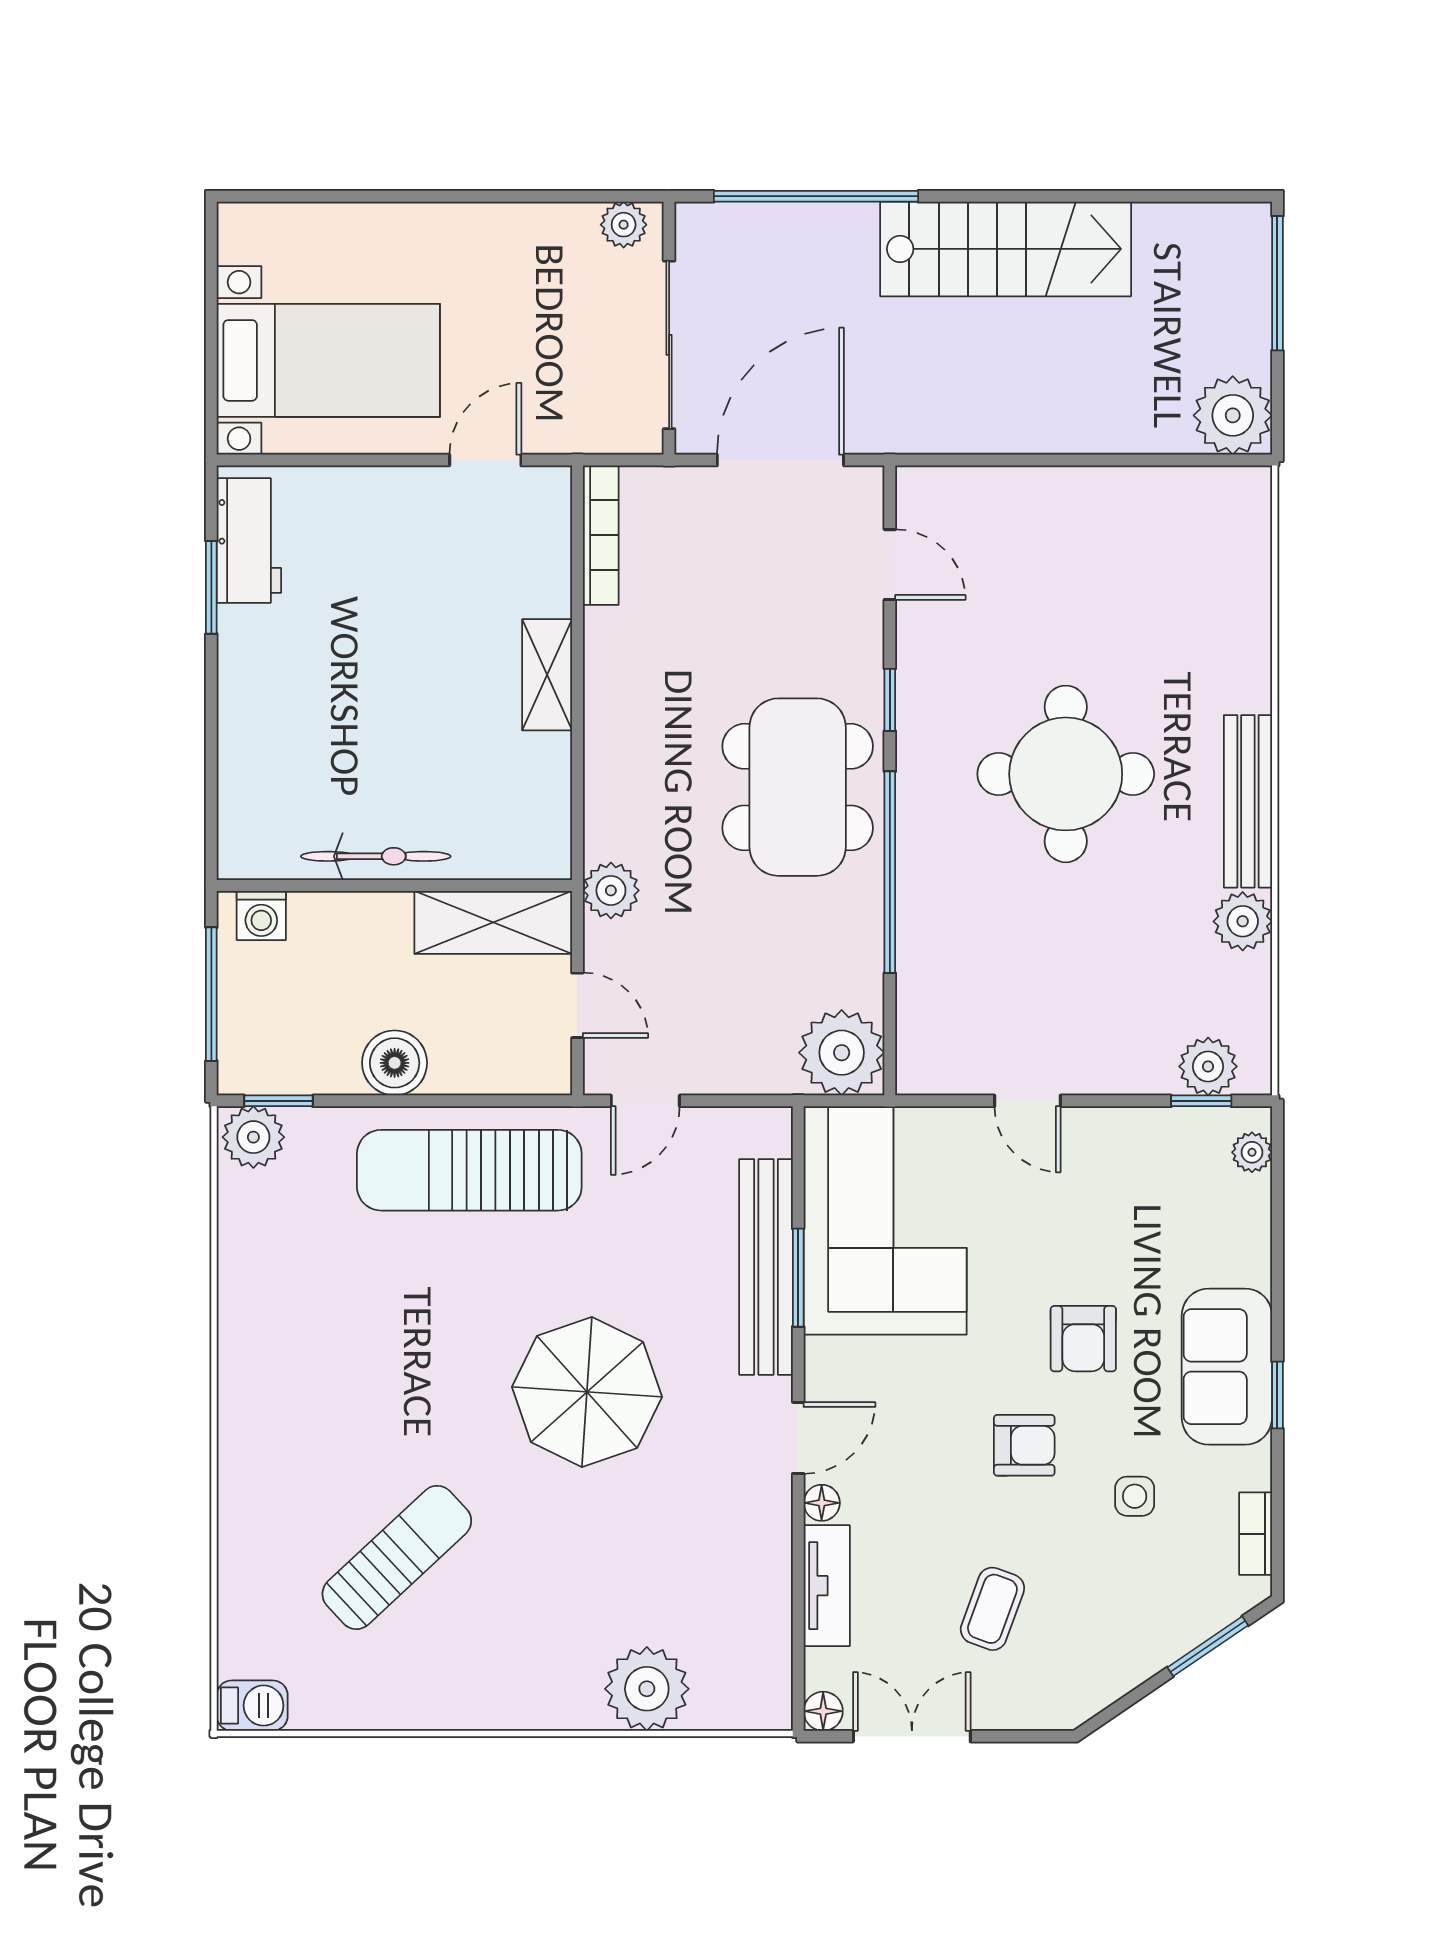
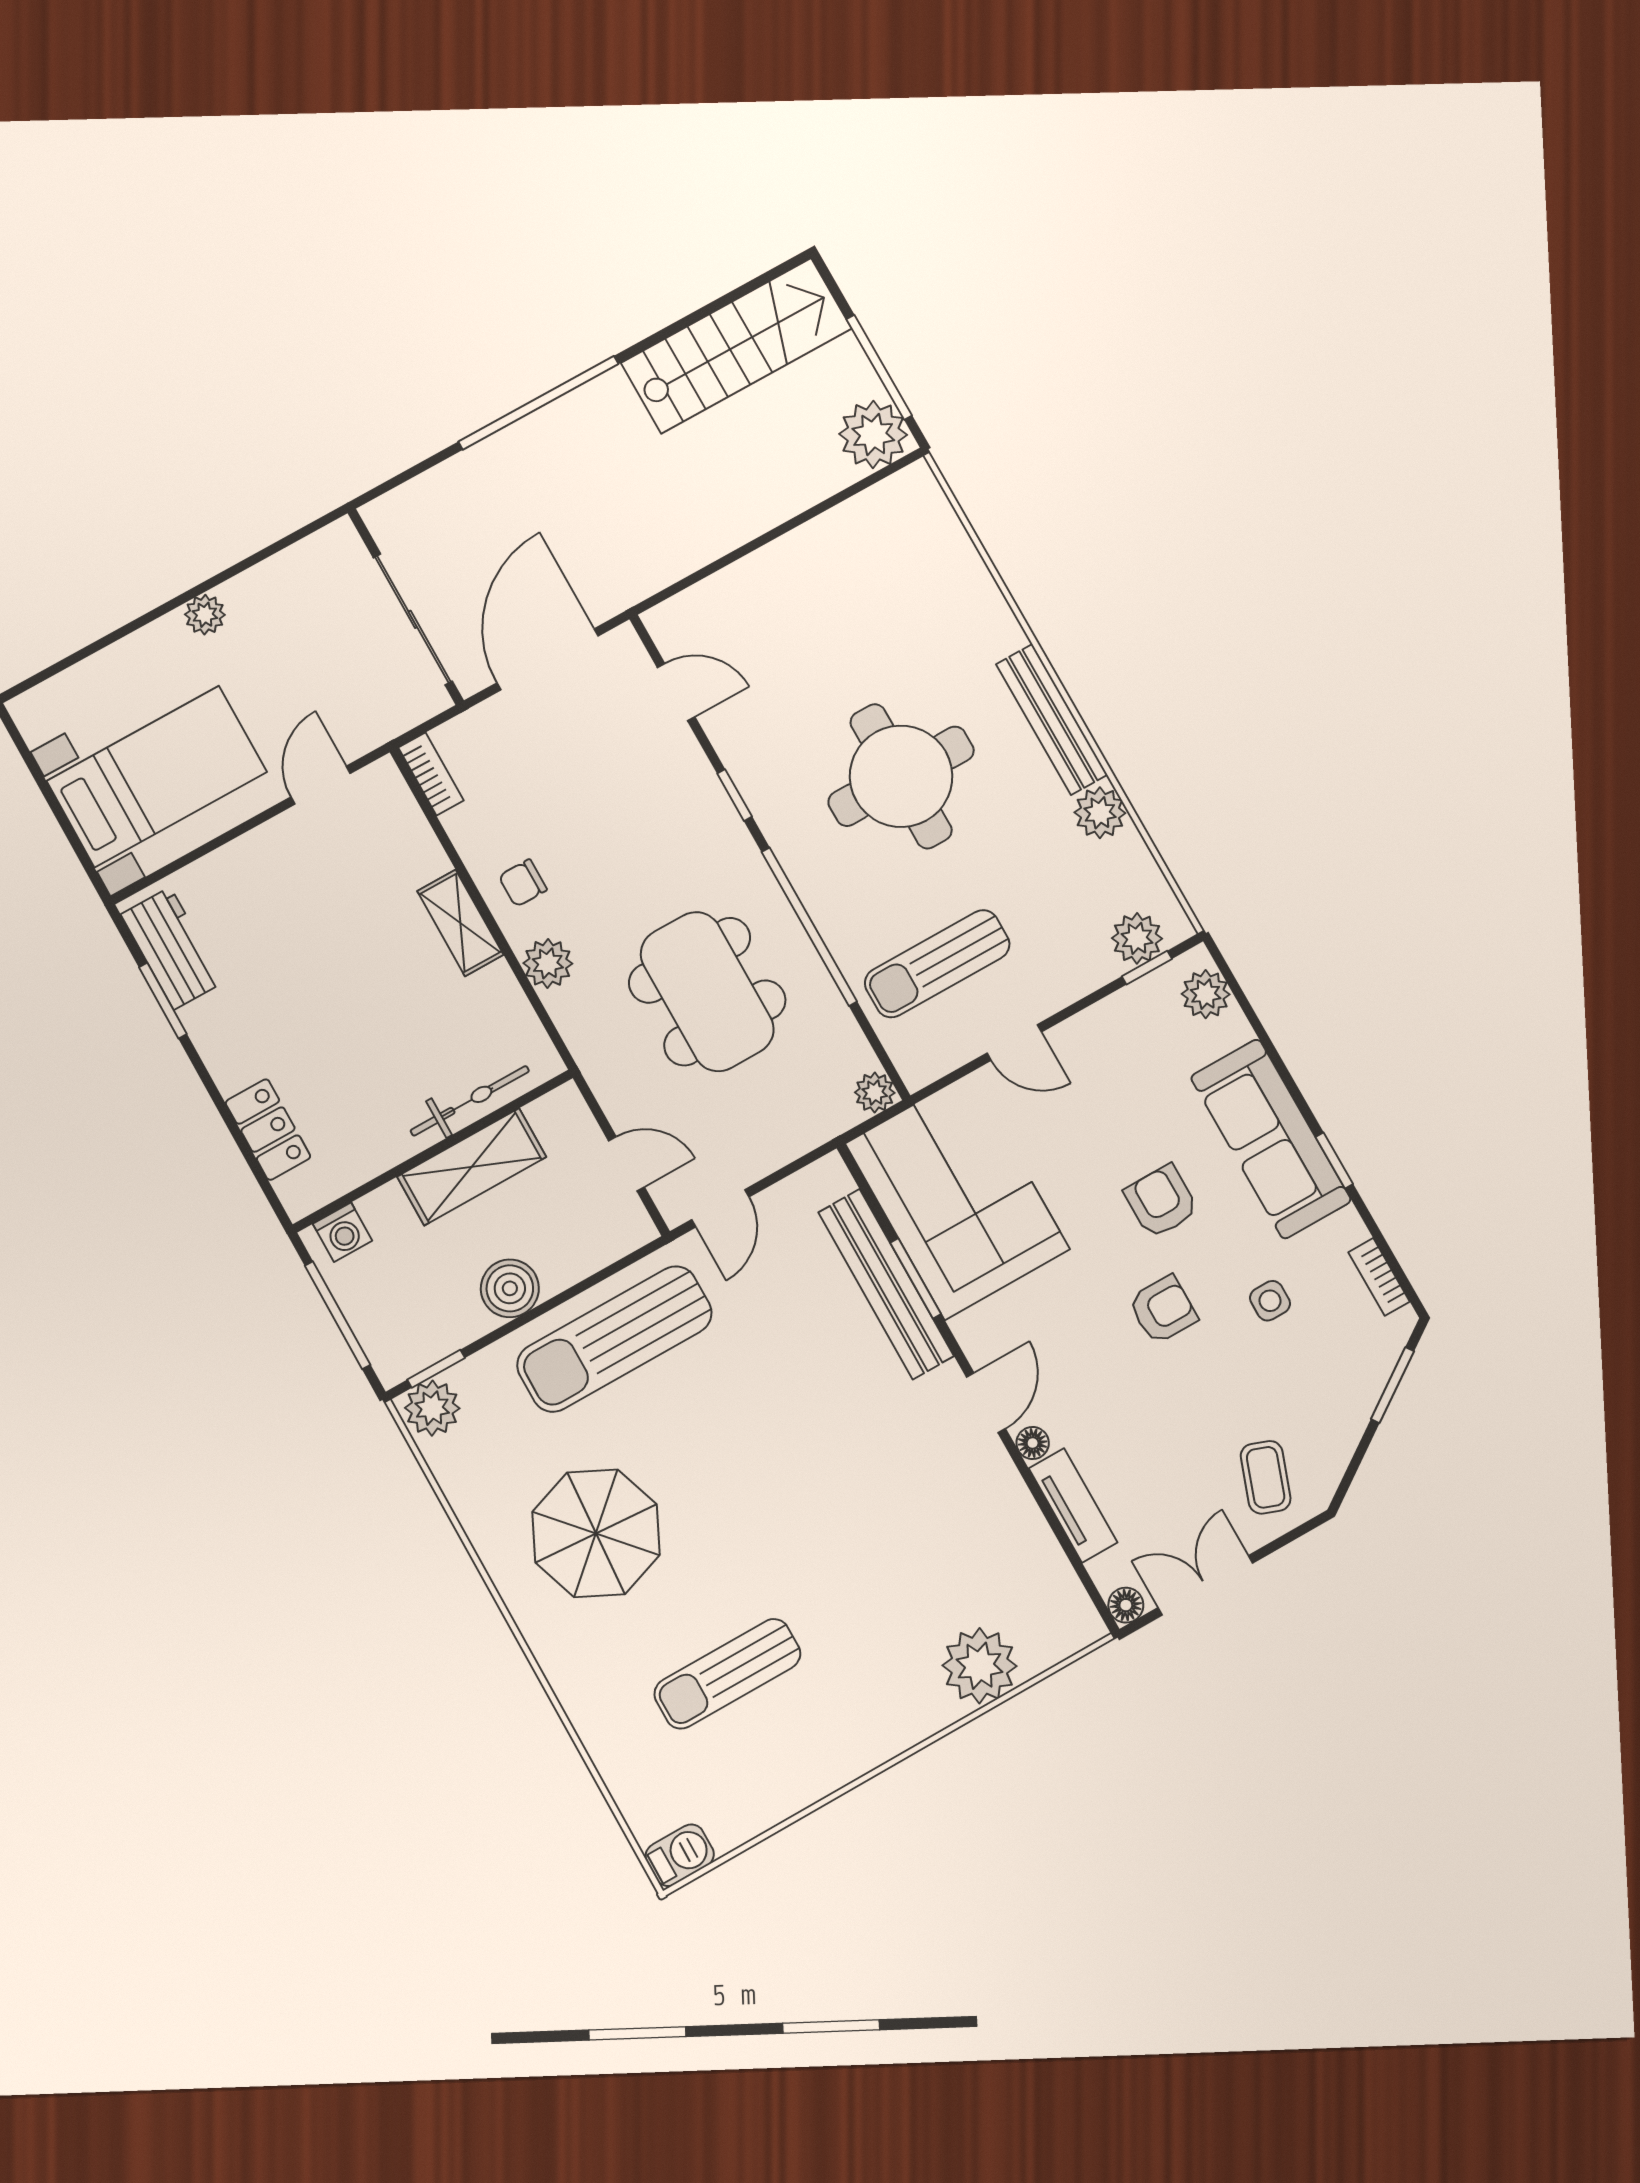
window: (816, 196) -> (538, 403), moved
plant: (624, 225) -> (205, 615), moved
stairs: (1006, 249) -> (736, 346), moved
window: (1277, 283) -> (879, 367), moved
bookcase: (601, 535) -> (431, 774), width x0.64
chair: (631, 670) -> (523, 883), added
locker: (244, 773) -> (268, 1130), added
dining table: (798, 787) -> (707, 992), moved
bicycle: (376, 856) -> (470, 1101), moved
plant: (611, 890) -> (548, 963), moved
shelving: (493, 922) -> (472, 1167), moved
sun lounger: (996, 980) -> (937, 964), added
plant: (842, 1053) -> (875, 1093), width x0.53, depth x0.53
plant: (1252, 1152) -> (1206, 994), width x1.38, depth x1.38
armchair: (1083, 1339) -> (1161, 1201), turned 180
sofa: (1227, 1367) -> (1271, 1139), width x1.36
parasol: (587, 1392) -> (596, 1533), moved
sun lounger: (397, 1557) -> (727, 1674), turned -137
coffee table: (992, 1609) -> (1266, 1477), moved

